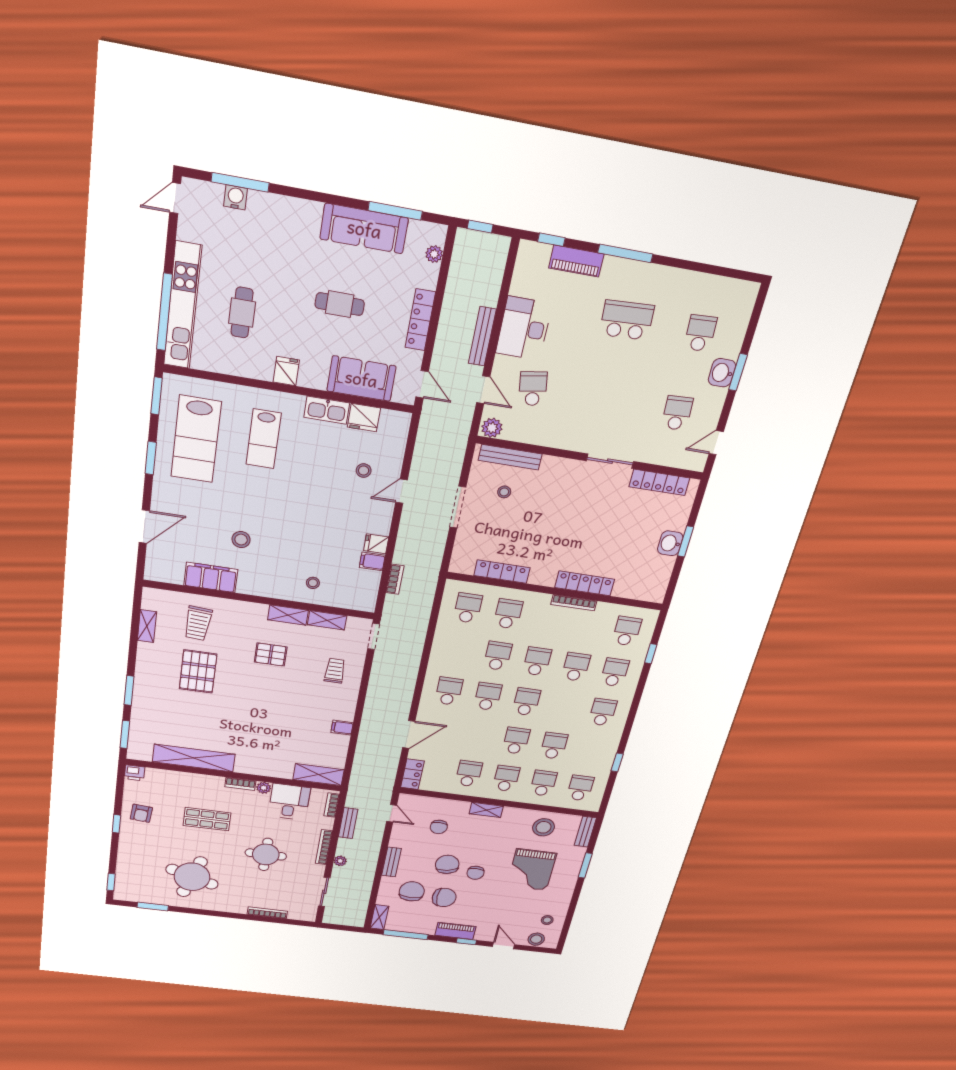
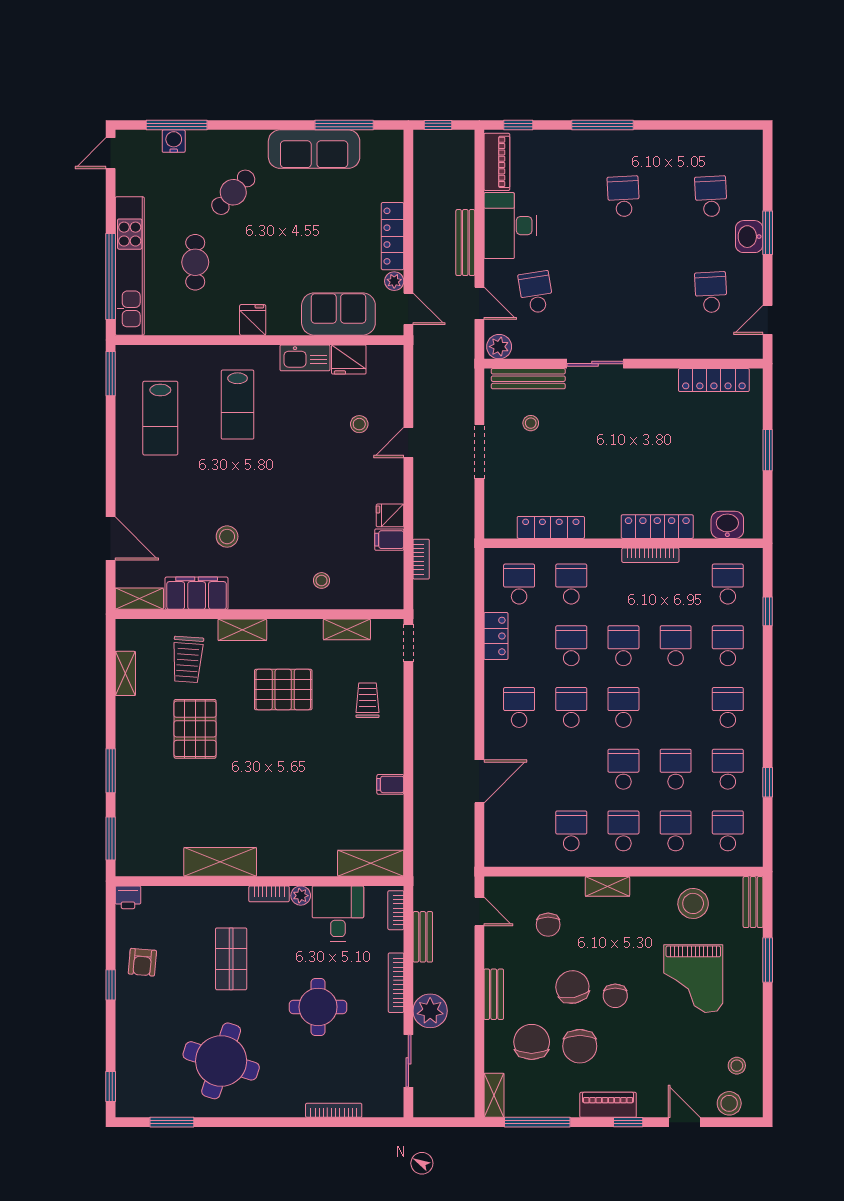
plant: (434, 254) -> (394, 281), moved
piano: (576, 261) -> (497, 162), moved, turned -90
cafe table: (340, 304) -> (233, 192), moved, turned -47
school desk: (627, 320) -> (623, 196), width x0.54
lab bench: (196, 439) -> (160, 418), width x0.73, depth x0.72
window: (151, 458) -> (111, 450), removed
sliding door: (610, 461) -> (595, 364), moved
door: (144, 527) -> (111, 538), hinge flipped
washbasin: (670, 543) -> (727, 525), moved, turned 90
shelving: (164, 575) -> (139, 599), added
shelving: (288, 615) -> (242, 630), moved
pallet: (271, 654) -> (283, 690), width x1.50, depth x1.42
school desk: (591, 751) -> (728, 769), added
shelving: (194, 758) -> (220, 862), width x0.68
locker: (412, 774) -> (496, 636), moved
shop shelf: (207, 819) -> (231, 959), turned 90
plant: (340, 861) -> (430, 1011), width x1.88, depth x1.88
chair: (444, 897) -> (580, 1046), turned 90

